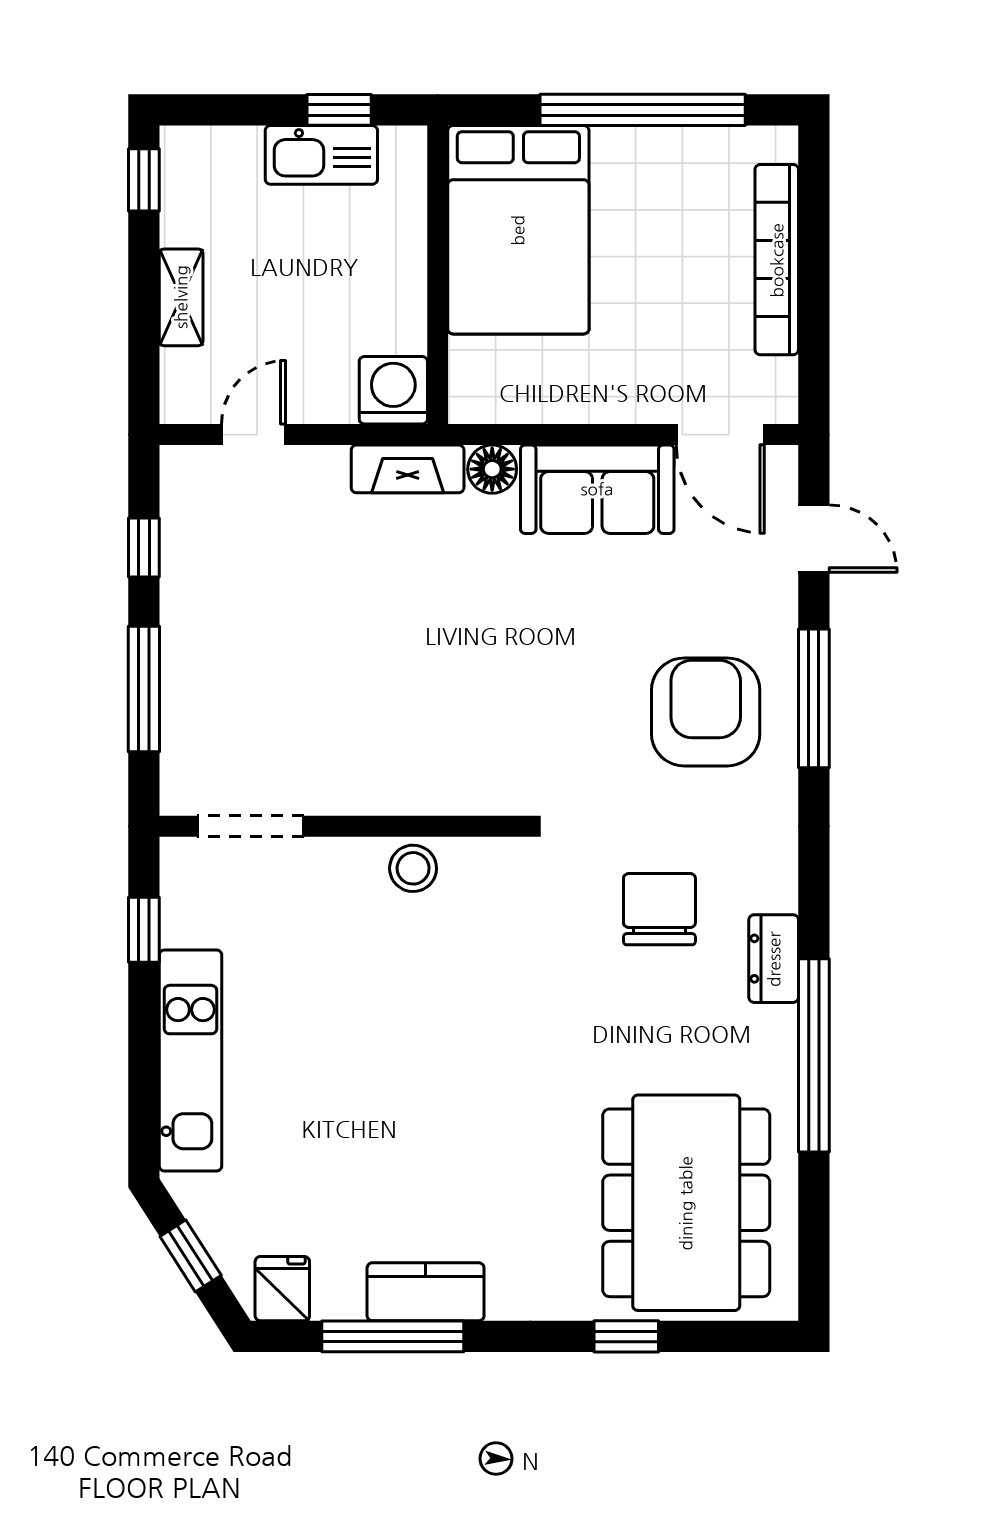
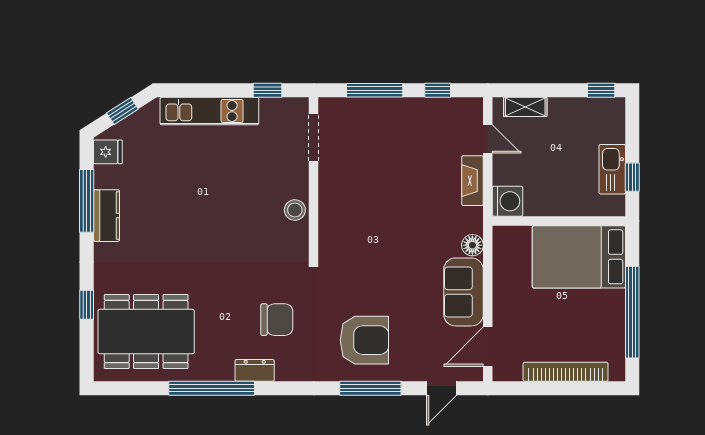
shelving: (181, 297) -> (525, 107), moved
fireplace: (408, 469) -> (473, 181), moved

